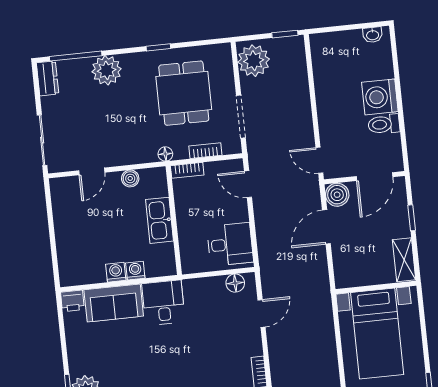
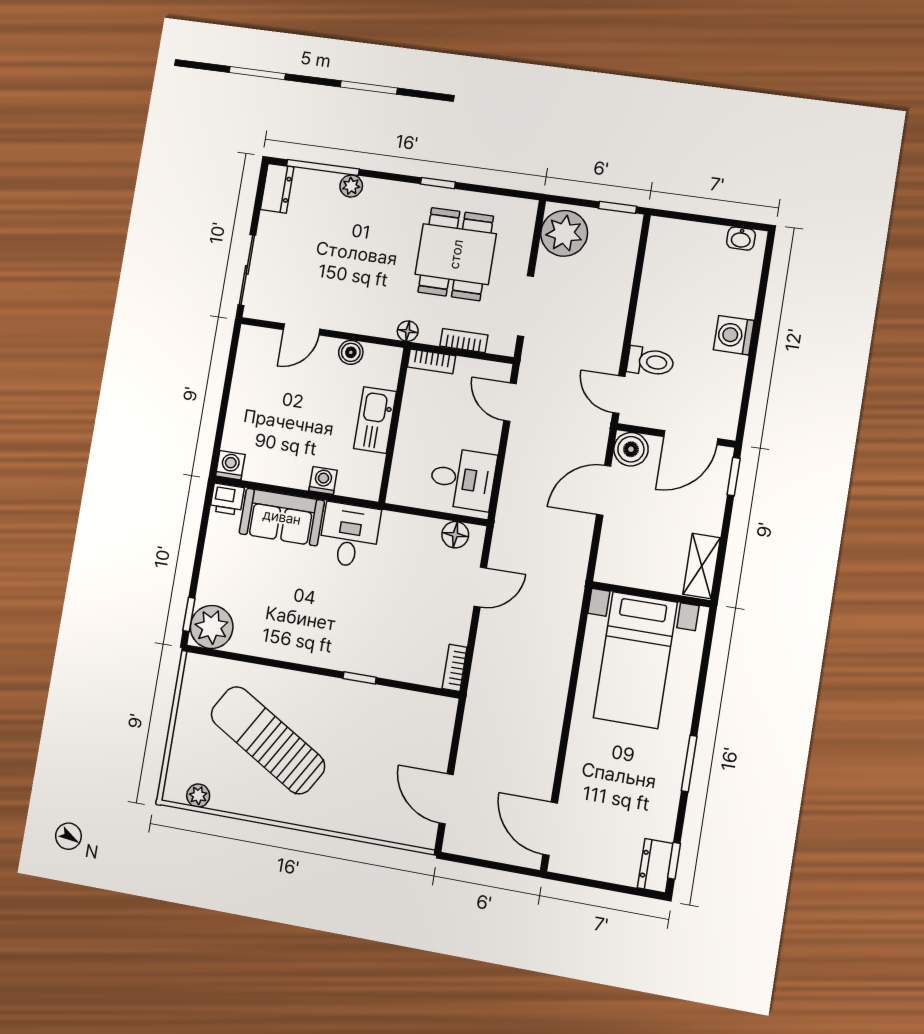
plant: (107, 70) -> (351, 186), width x0.53, depth x0.53
washing machine: (380, 97) -> (734, 335), width x0.73, depth x0.73
toilet: (384, 124) -> (650, 362), moved, turned 180
window: (412, 218) -> (734, 477), moved
washing machine: (116, 272) -> (230, 465), moved

